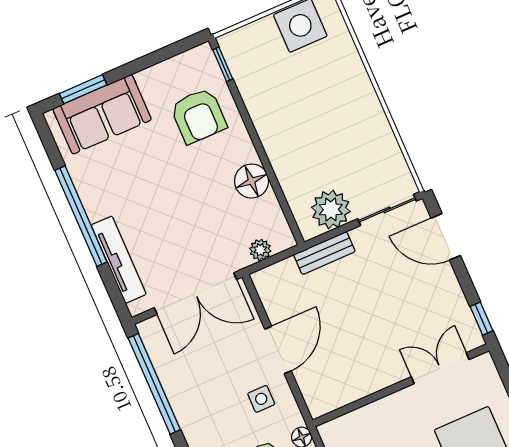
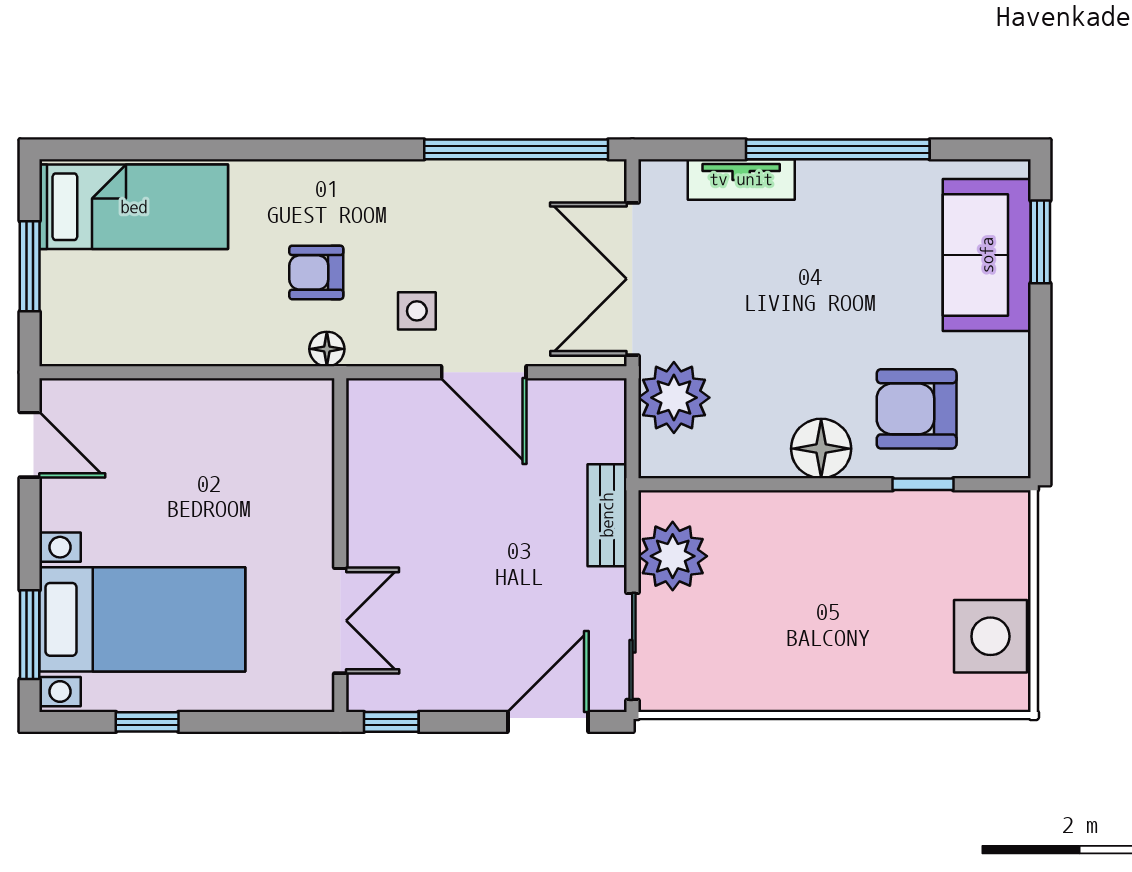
window: (223, 64) -> (923, 484), moved
floor lamp: (252, 181) -> (821, 449), moved
plant: (260, 250) -> (674, 398), width x1.87, depth x1.87
tv unit: (119, 260) -> (741, 179), width x0.71

